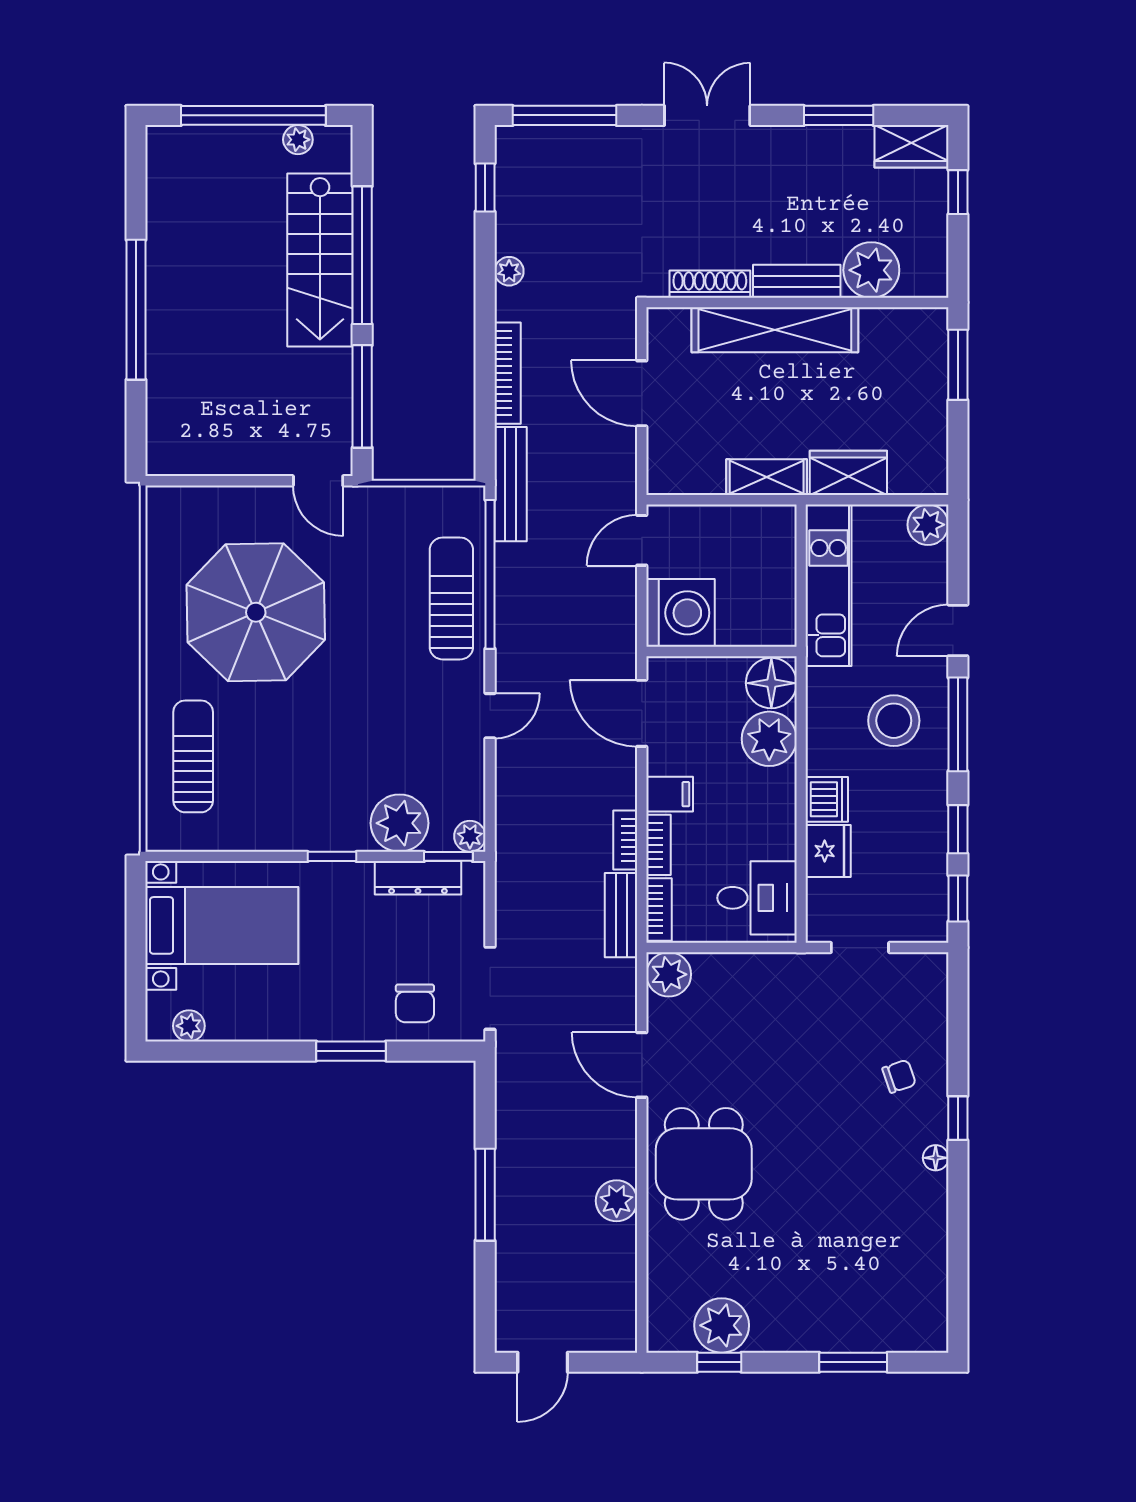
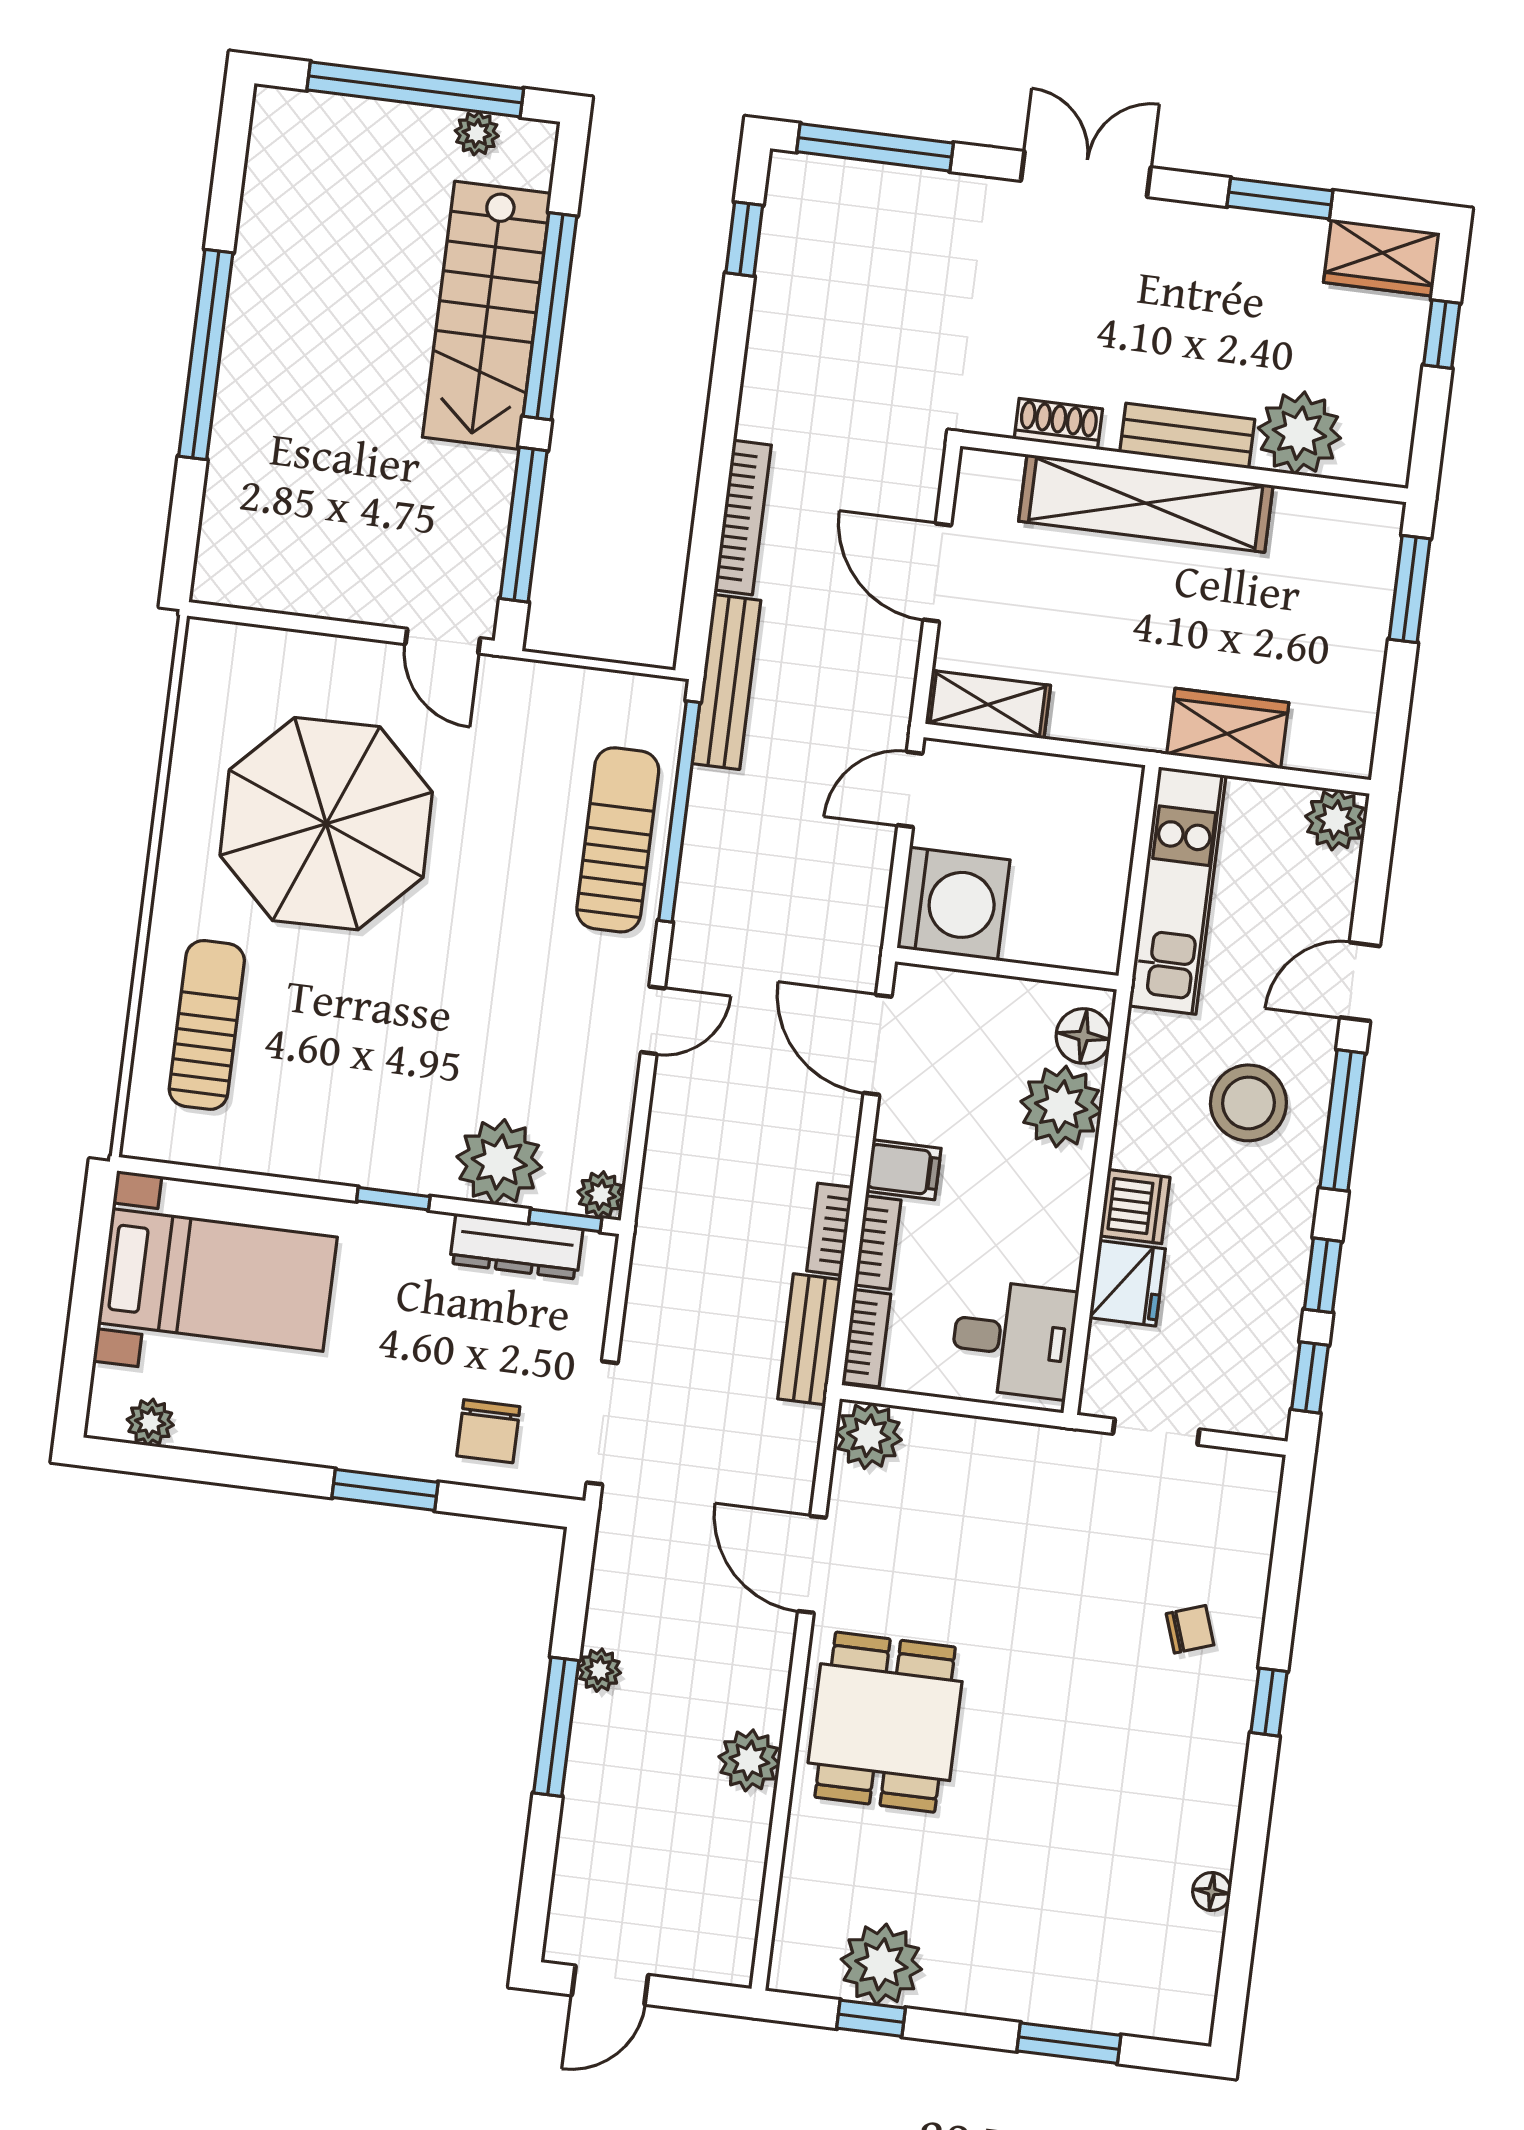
plant: (509, 271) -> (599, 1670), moved
shoe rack: (710, 284) -> (1058, 424), width x0.70
shelving: (767, 477) -> (988, 704), moved
floor lamp: (771, 683) -> (1083, 1036), width x0.73, depth x0.73
floor lamp: (936, 1158) -> (1212, 1892), moved

